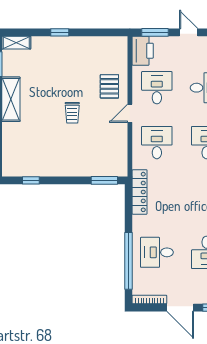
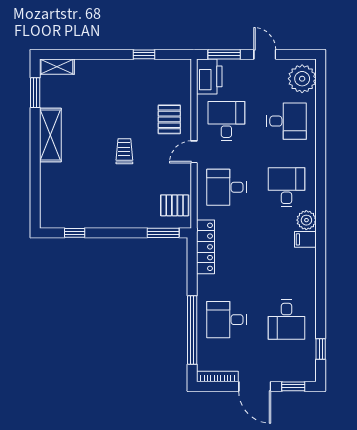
window: (60, 32) -> (144, 54), moved
trolley: (72, 113) -> (124, 151), turned 180
desk: (157, 143) -> (226, 187), turned -90
pallet: (114, 158) -> (175, 205), added

